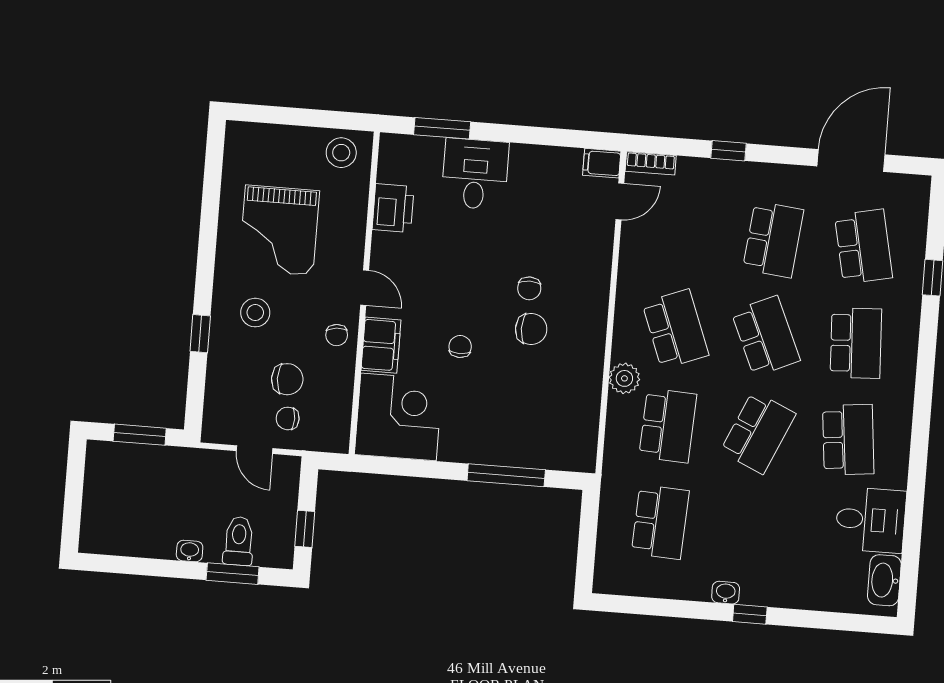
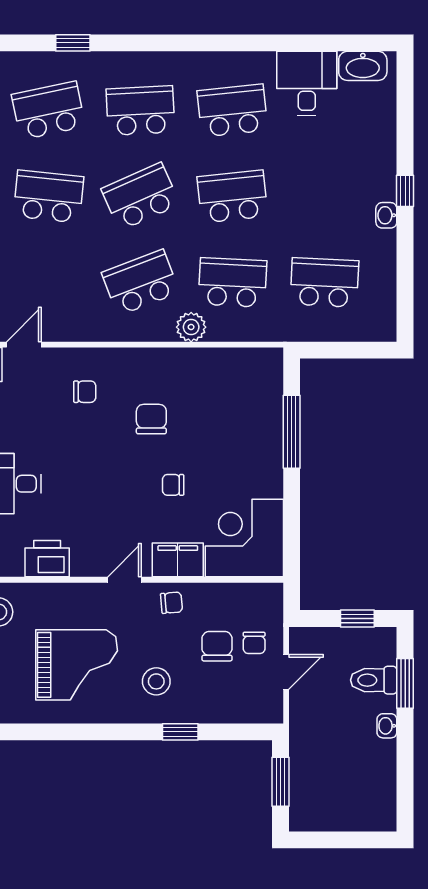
door: (620, 201) -> (24, 345), hinge flipped
chair: (529, 288) -> (85, 392), moved
school desk: (758, 433) -> (232, 196), turned -30

